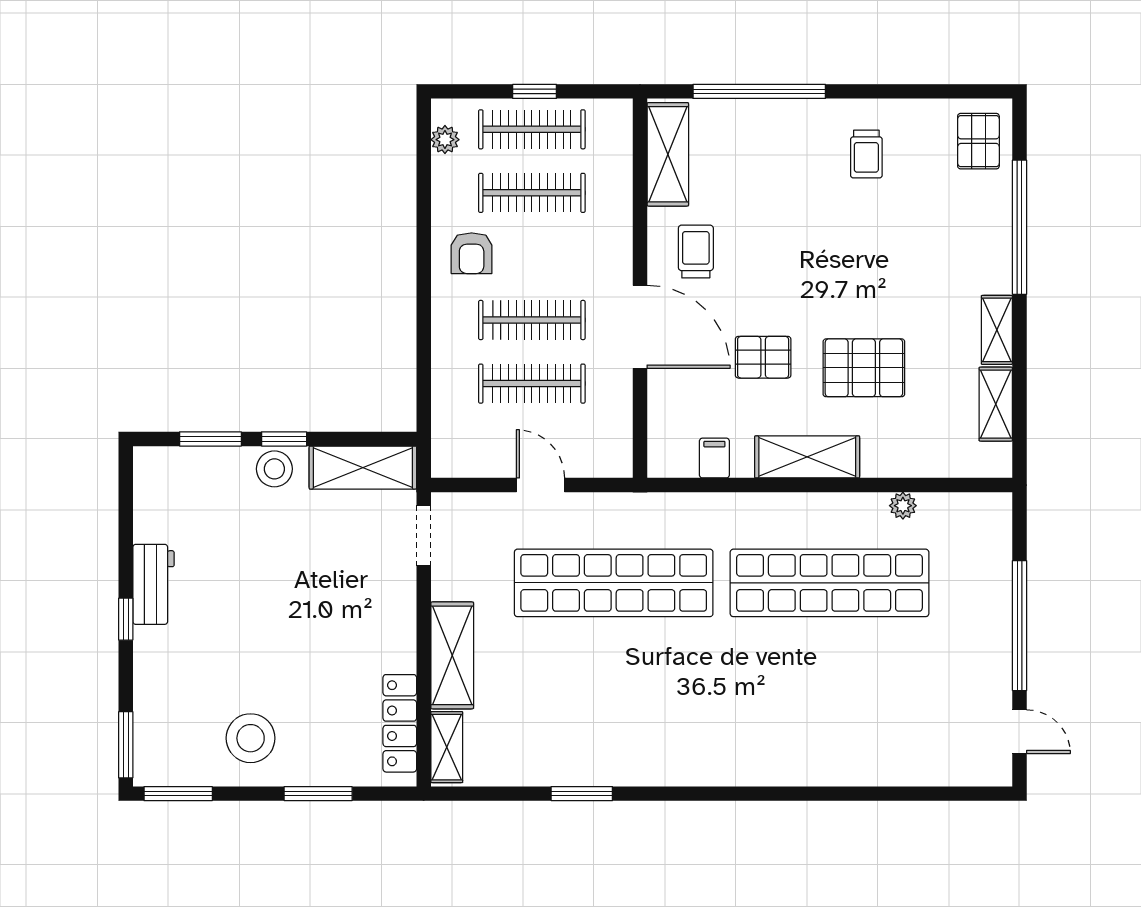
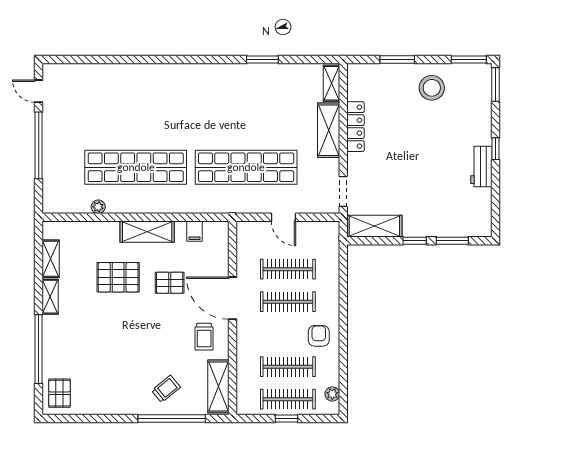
trolley: (866, 154) -> (166, 389), moved, turned 51
stool: (274, 469) -> (420, 226), removed
locker: (400, 723) -> (355, 127), moved

